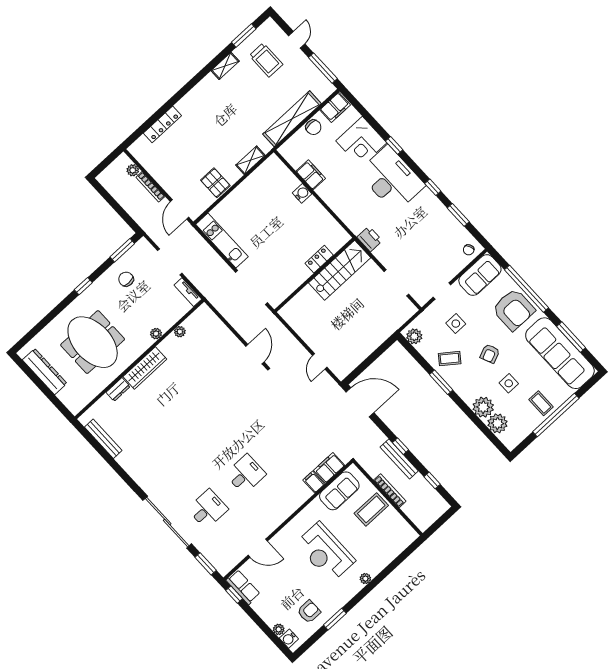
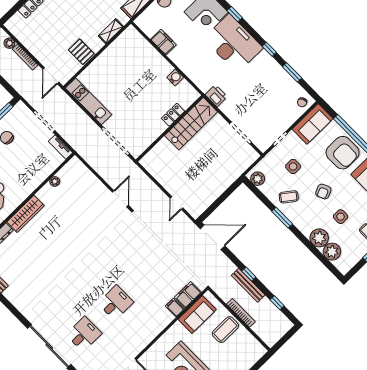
water cooler: (302, 193) -> (175, 77), moved
plant: (156, 334) -> (34, 184), removed

